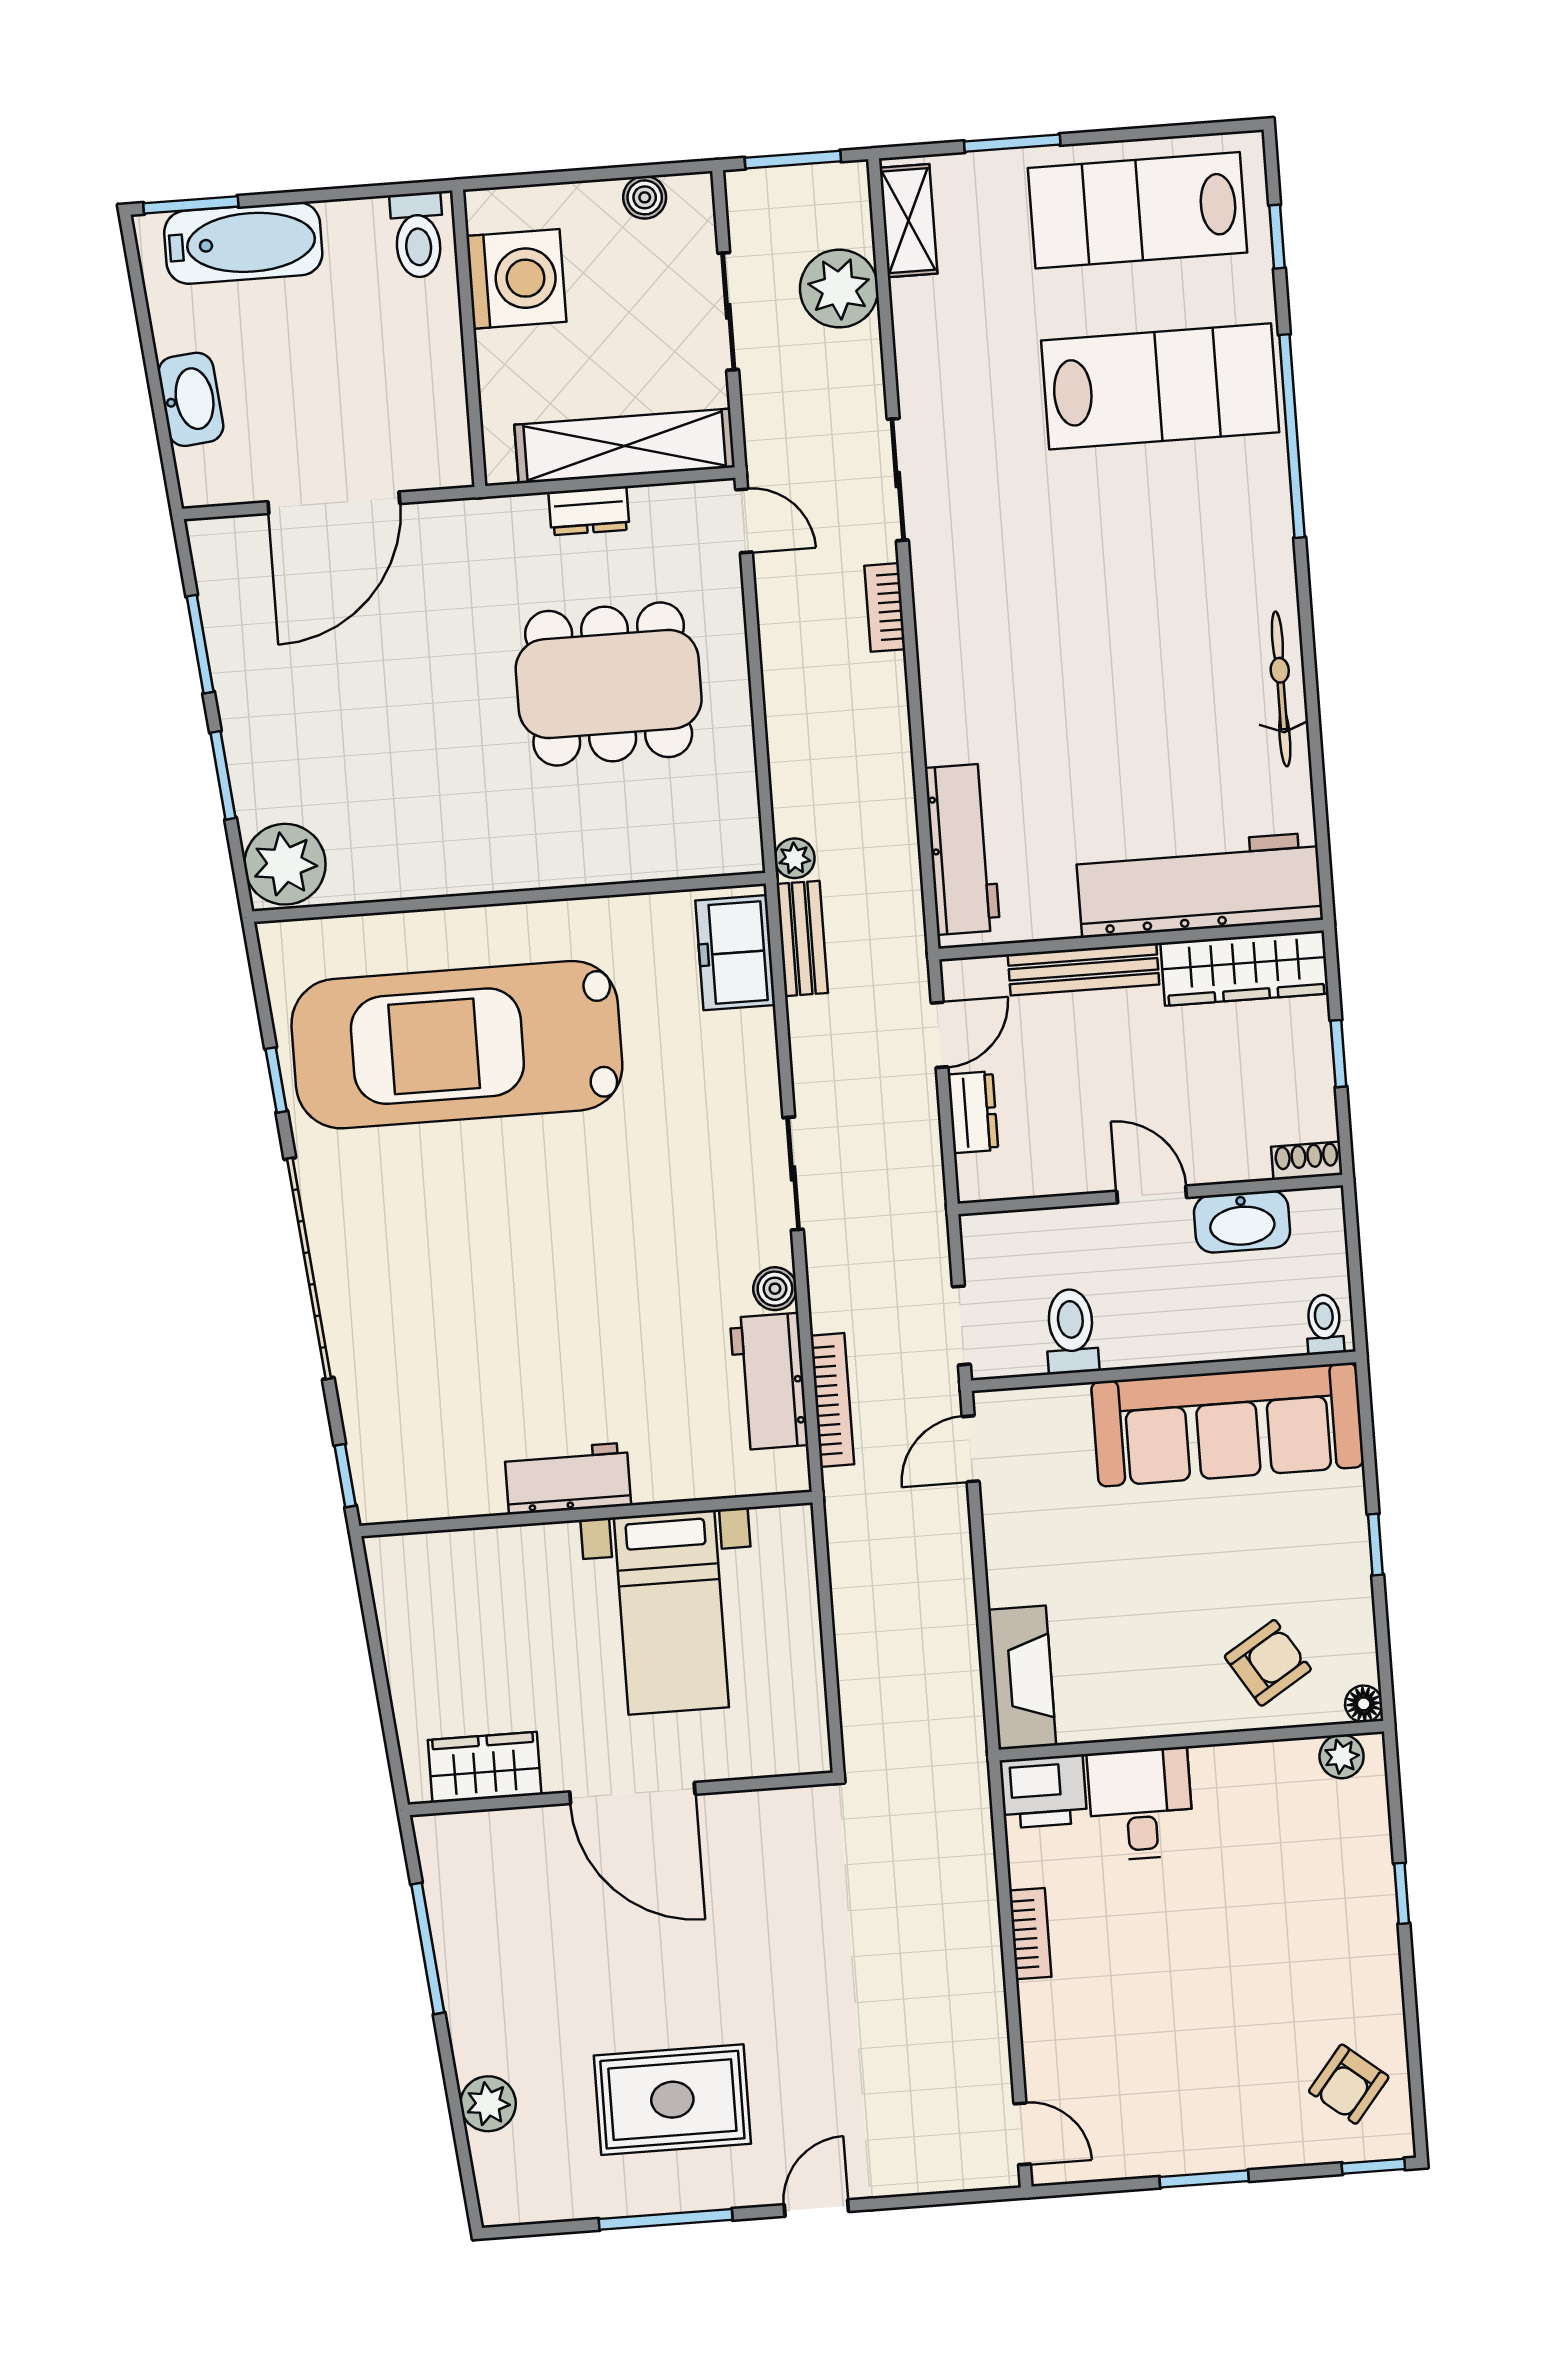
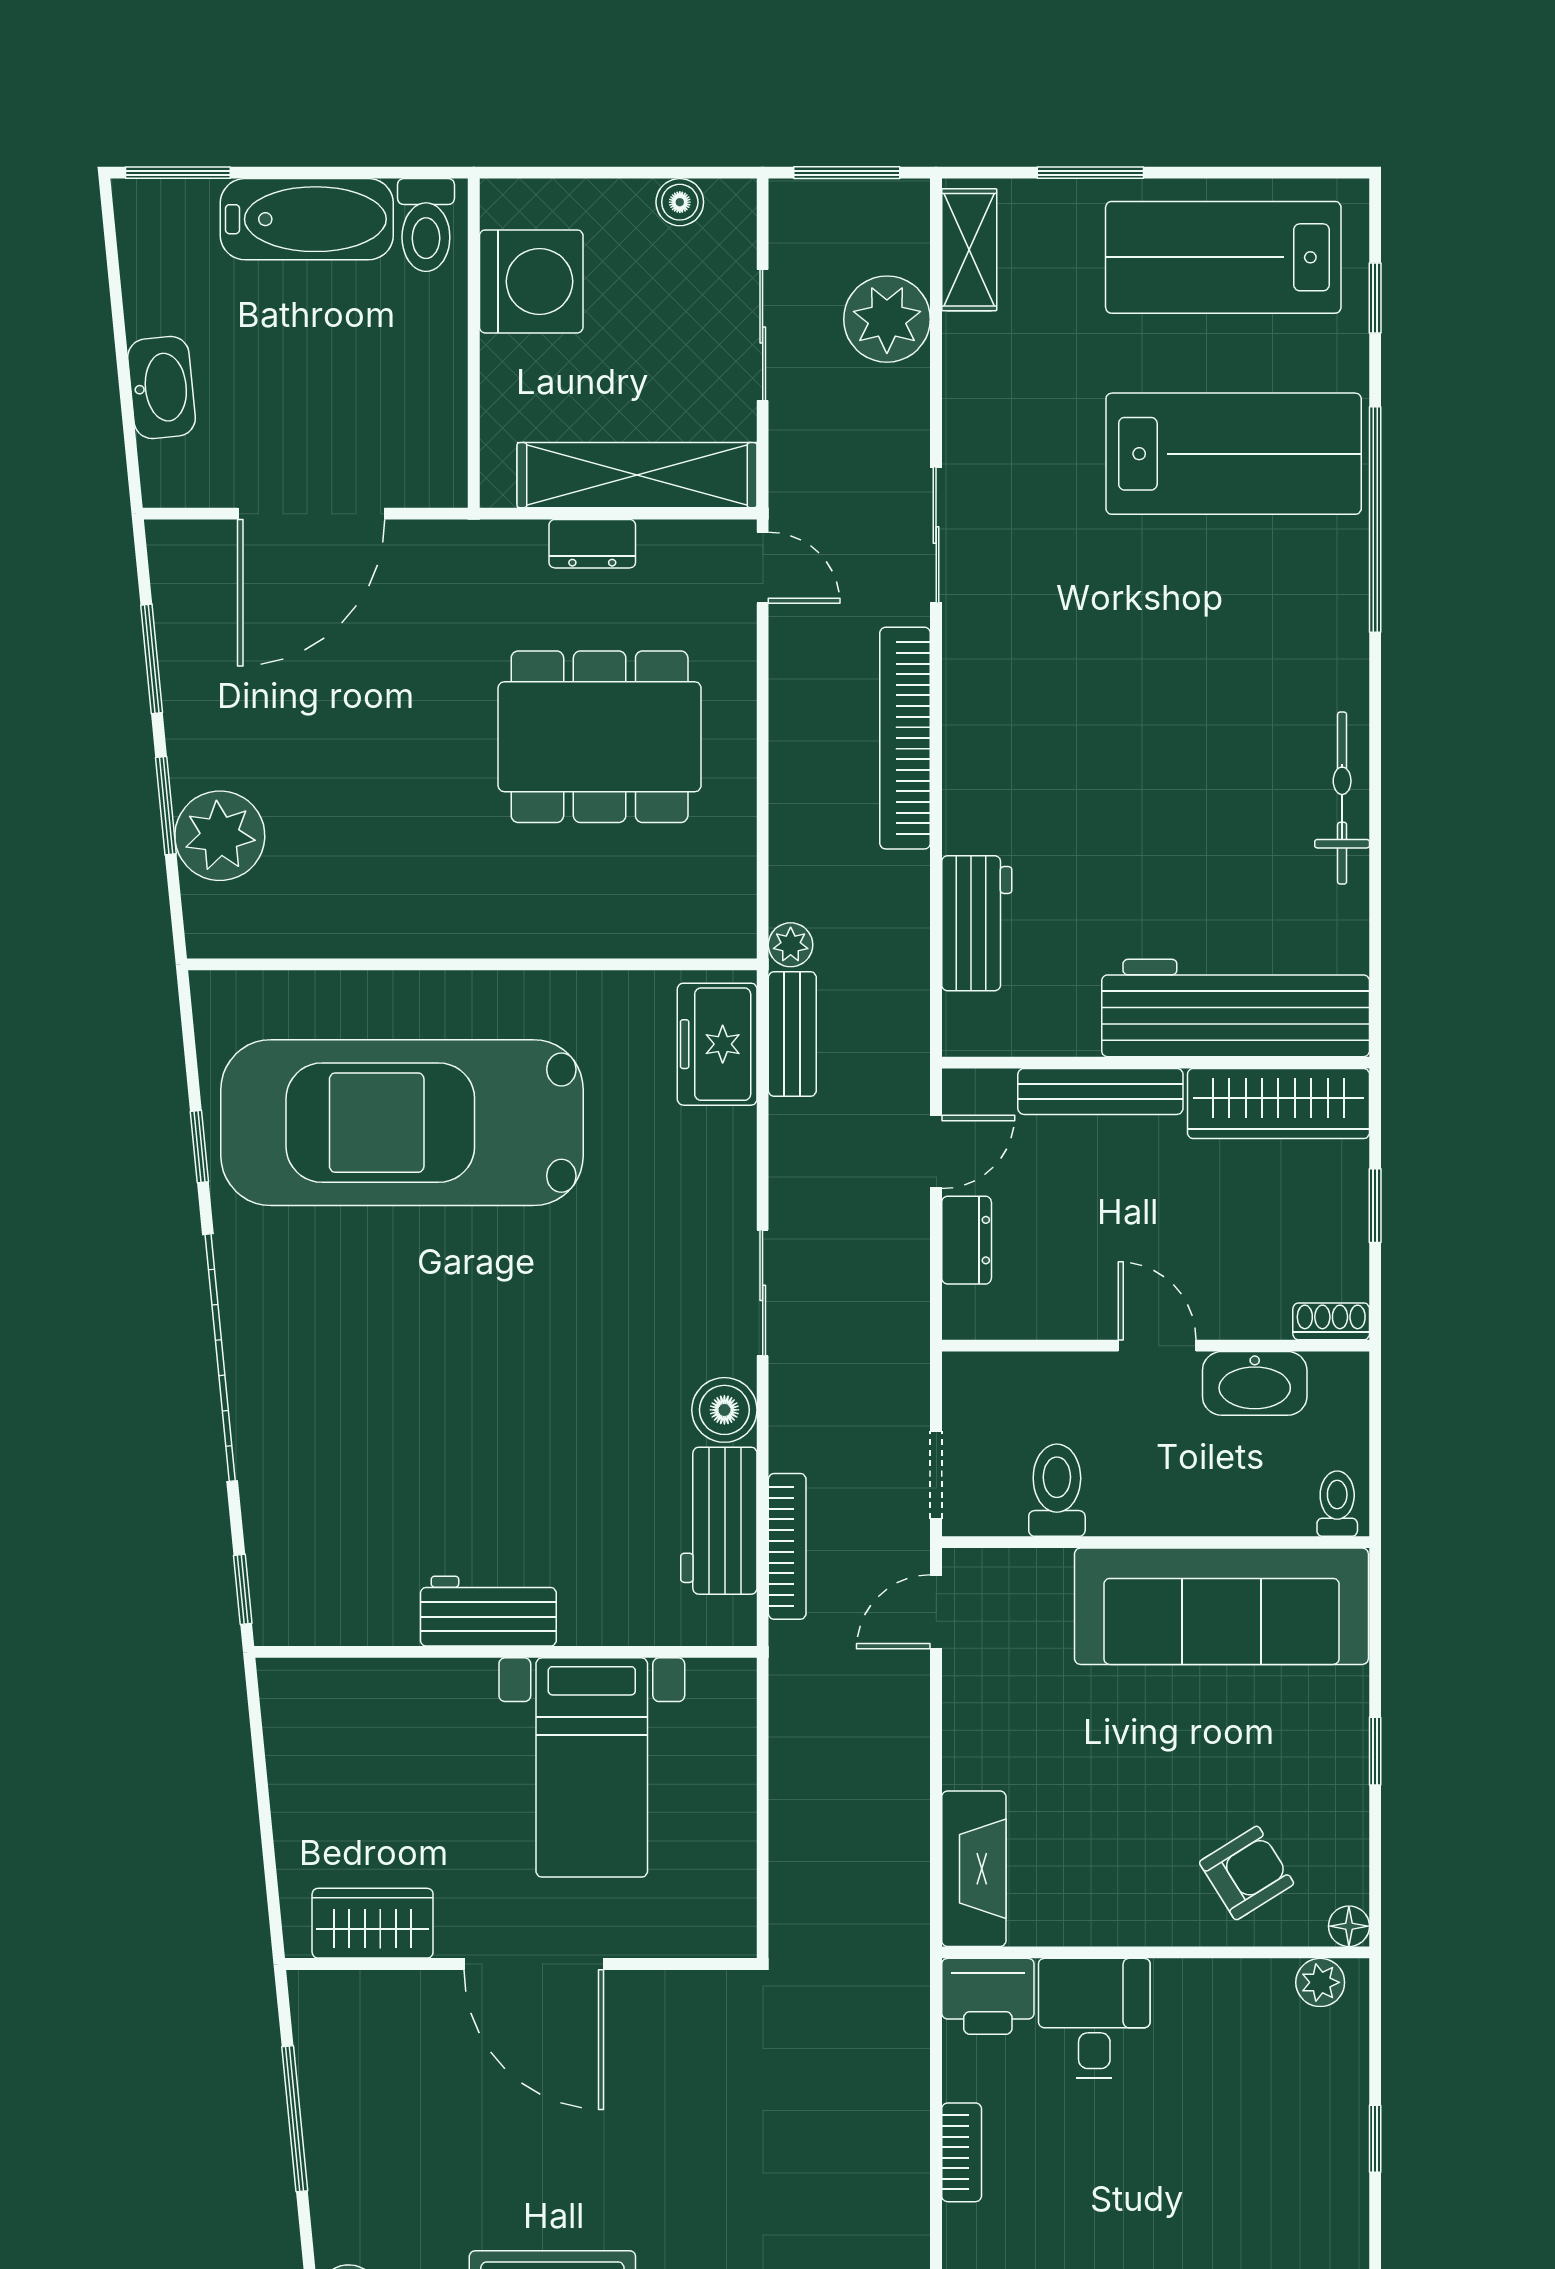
bathtub: (243, 243) -> (307, 219), moved
bookcase: (885, 607) -> (905, 738), width x2.31, depth x1.31
workbench: (962, 849) -> (977, 923), width x0.73
plant: (285, 864) -> (220, 836), moved
boiler: (775, 1289) -> (724, 1410), width x1.36, depth x1.36

